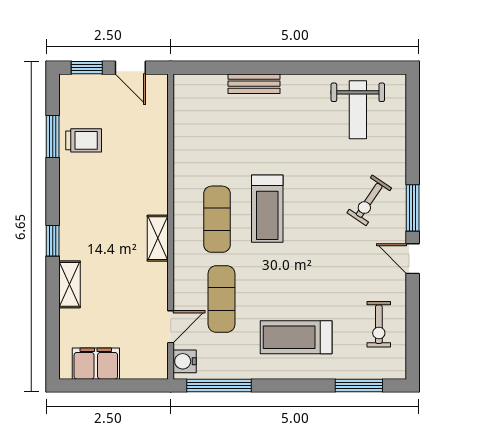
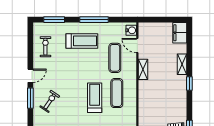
shelving: (158, 238) -> (143, 69), moved
door: (413, 259) -> (30, 76), hinge flipped
door: (171, 327) -> (137, 46), hinge flipped
filing cabinet: (96, 364) -> (180, 33), moved, turned 90
window: (219, 385) -> (94, 20), moved

